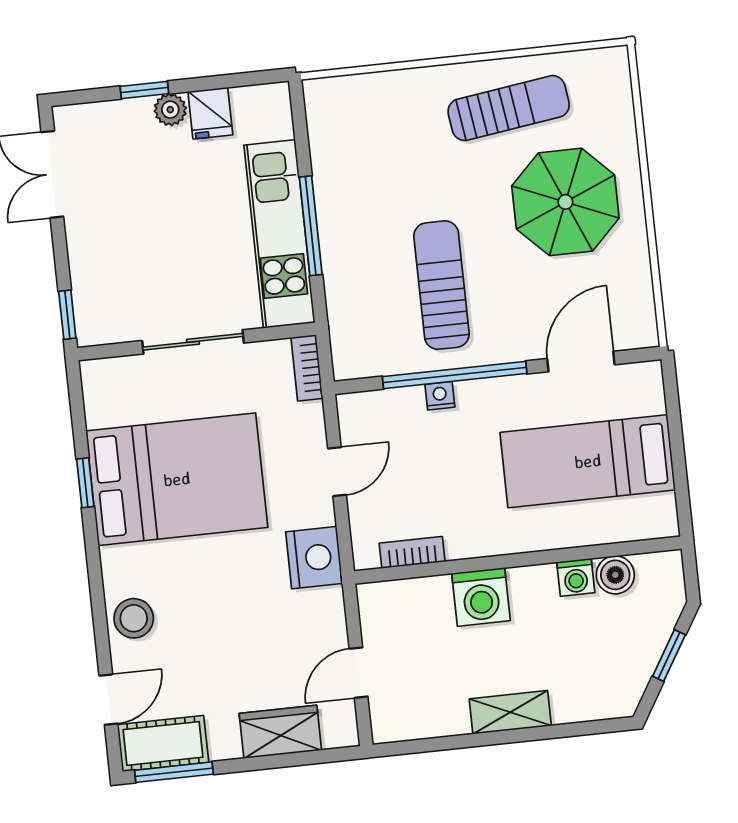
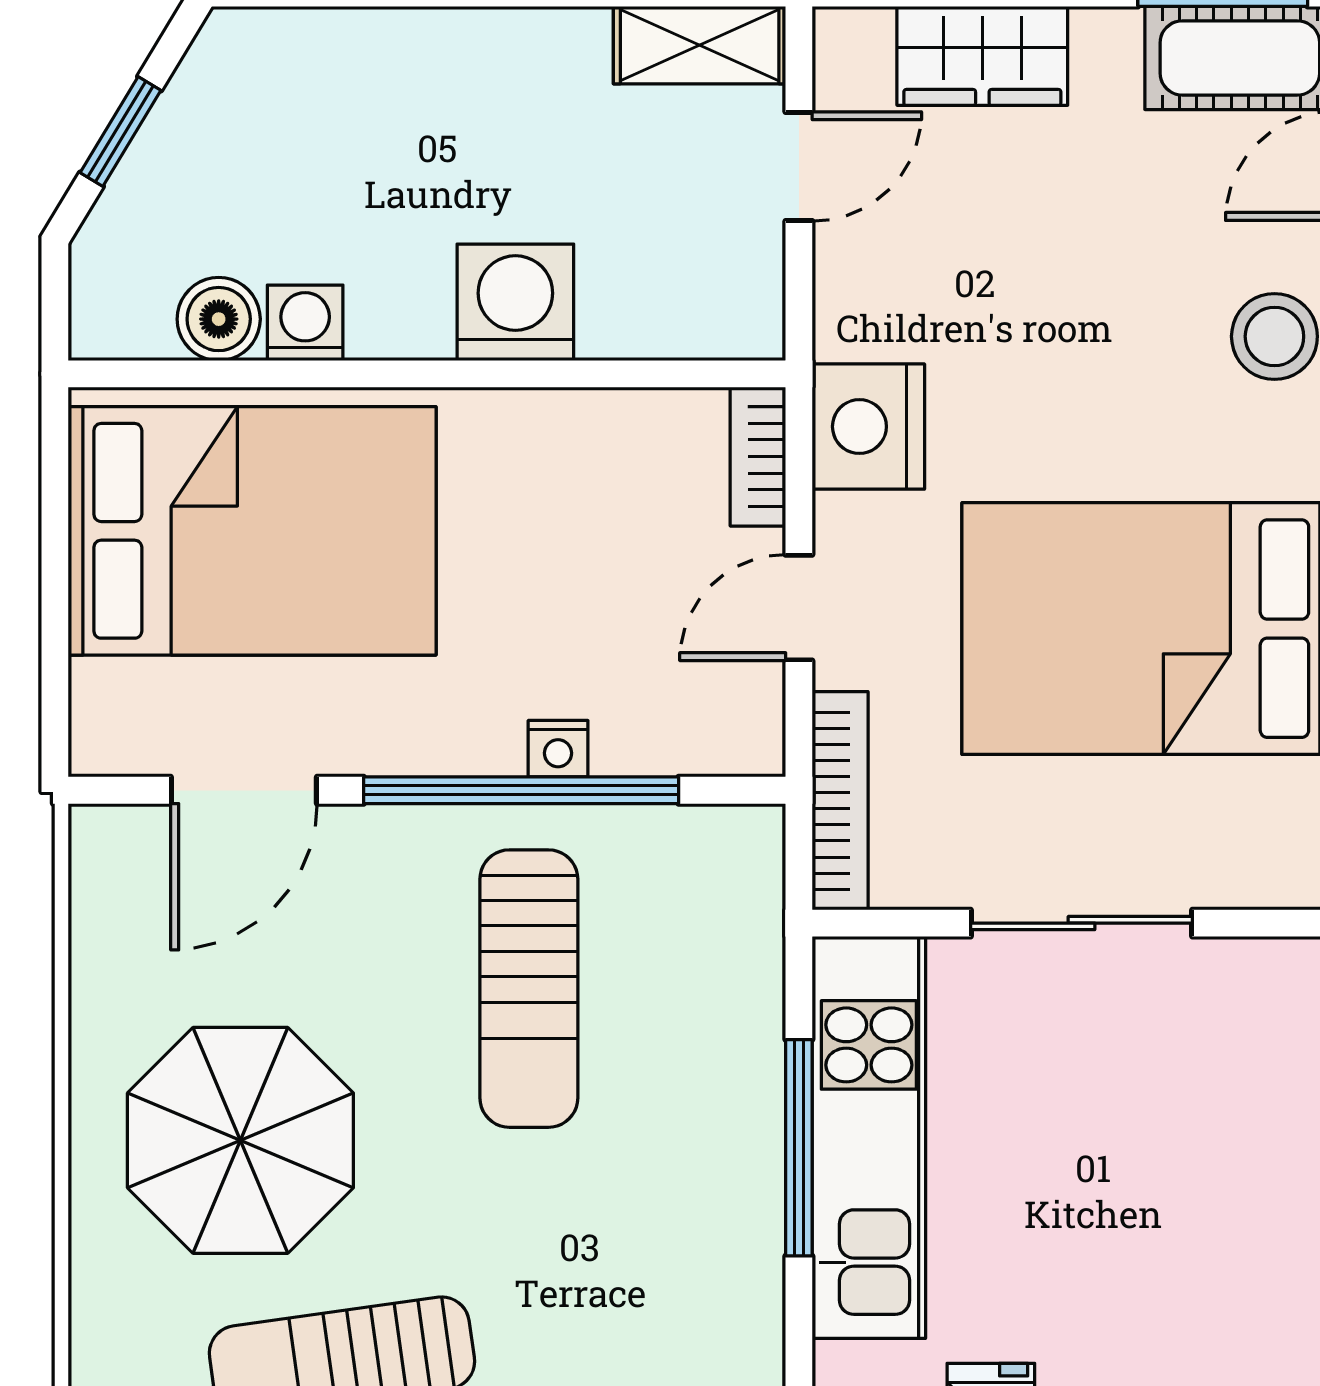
bookcase: (307, 368) -> (840, 801), width x1.56
bed: (588, 461) -> (252, 531), width x1.50
bookcase: (412, 552) -> (758, 457), moved, turned 90
shelving: (510, 712) -> (700, 45), moved

